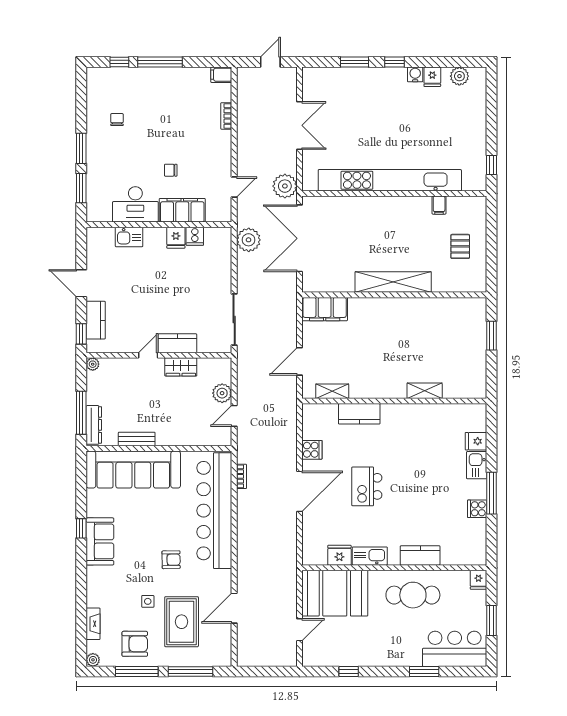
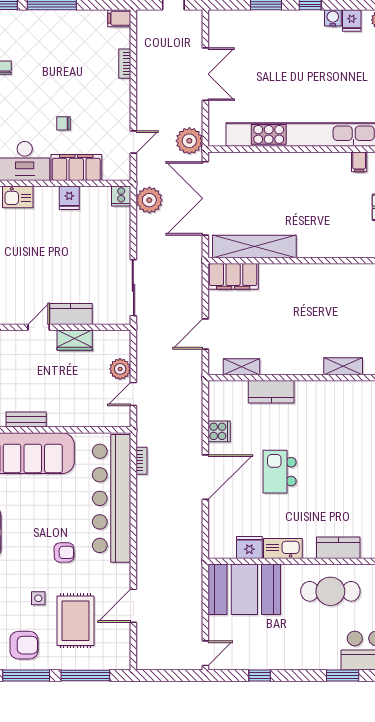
cooker: (195, 236) -> (121, 196), moved
shelving: (393, 282) -> (254, 247), moved
door: (299, 630) -> (205, 653), moved

